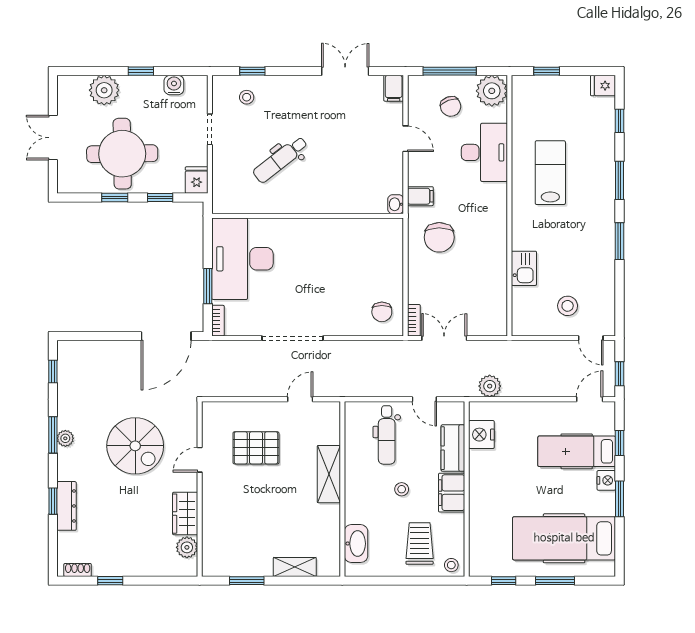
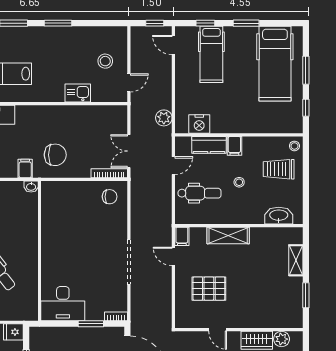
desk: (242, 259) -> (63, 304), width x0.73, depth x0.77
bookcase: (414, 320) -> (109, 173), width x1.56
door: (591, 338) -> (129, 83), moved
filing cabinet: (328, 411) -> (182, 236), added
pallet: (256, 448) -> (209, 289), turned 90
nightstand: (606, 480) -> (233, 33), removed
filing cabinet: (452, 493) -> (234, 146), width x0.50

